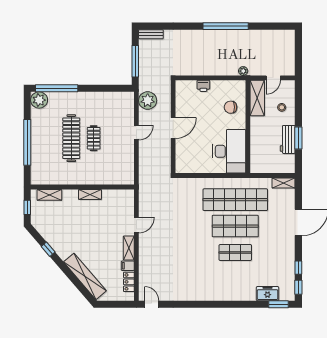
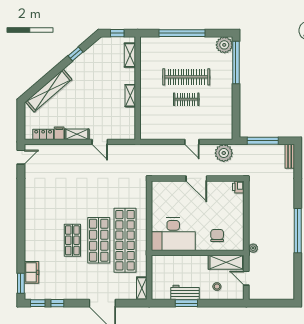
printer: (203, 86) -> (238, 187), moved

